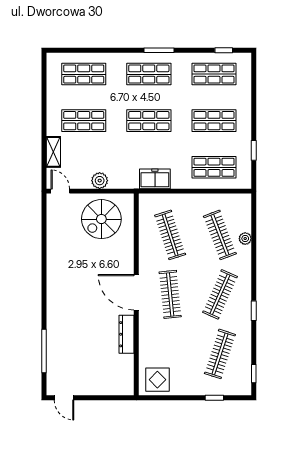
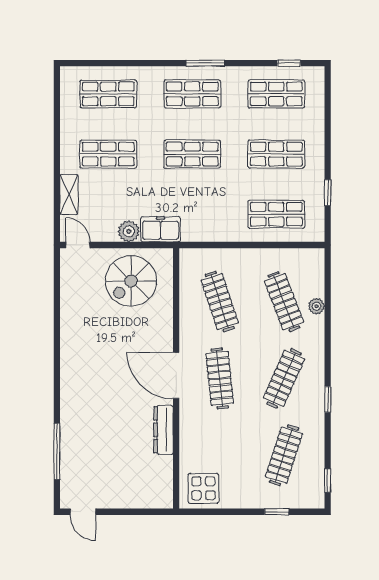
freezer: (155, 179) -> (161, 229), moved

